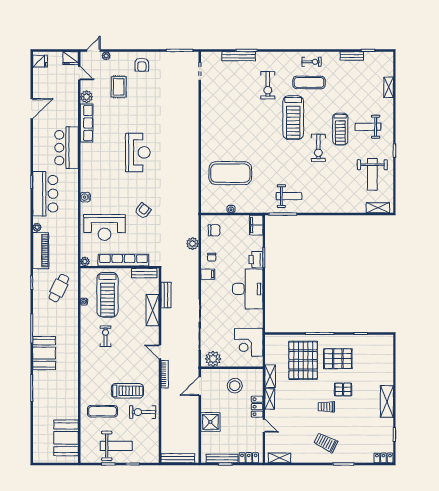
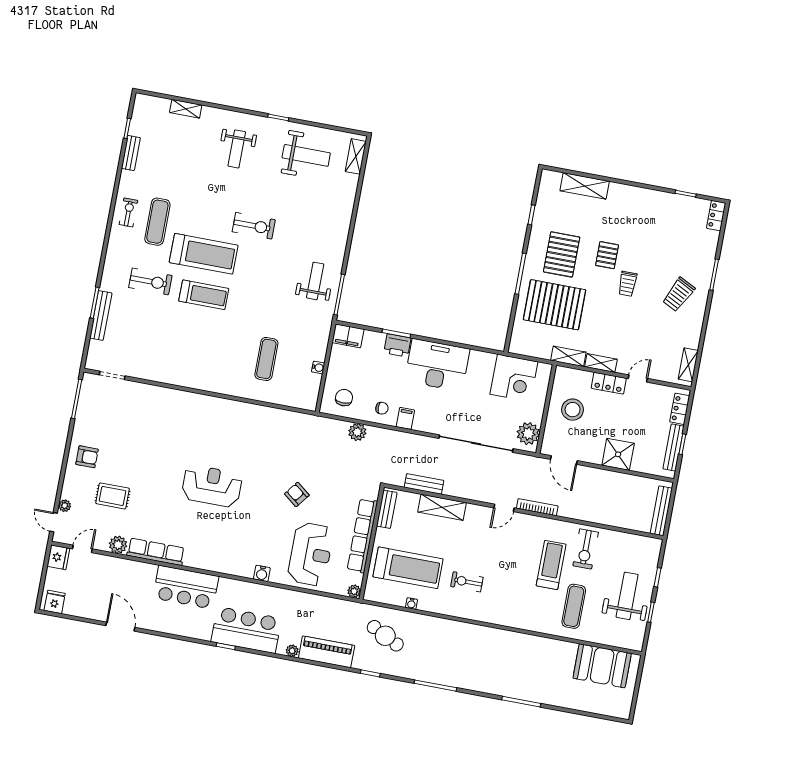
treadmill: (340, 129) -> (204, 295), moved
exercise mat: (230, 173) -> (266, 359), width x0.50, depth x0.69
booth: (44, 353) -> (475, 674), removed
shelving: (387, 401) -> (585, 186), moved

